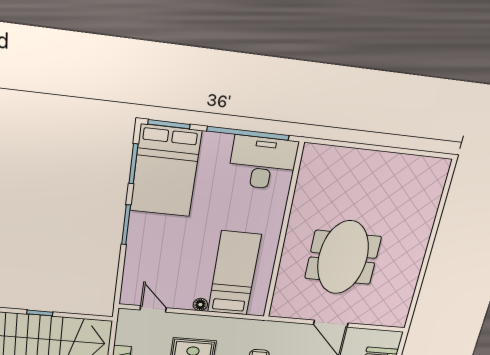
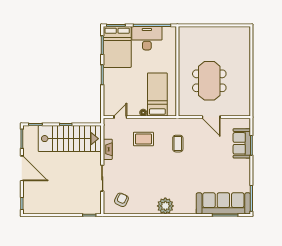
desk: (263, 163) -> (147, 38), moved
door: (153, 309) -> (120, 117), hinge flipped

